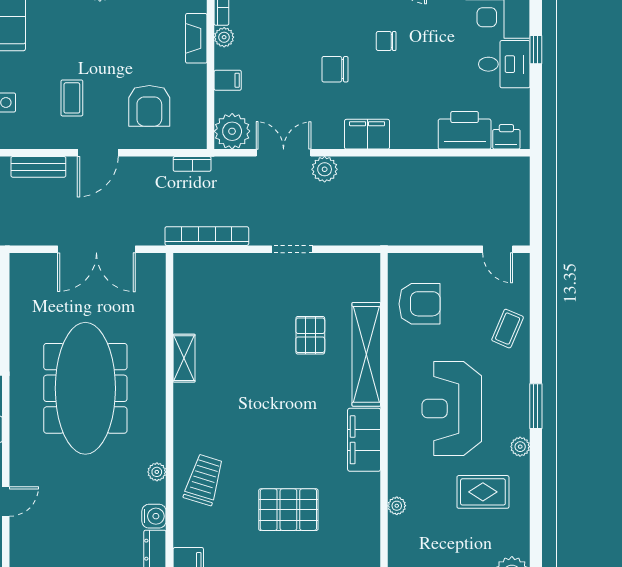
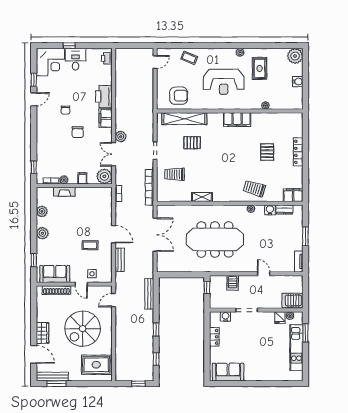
armchair: (149, 106) -> (93, 212), removed
printer: (465, 130) -> (104, 97), moved
trolley: (237, 294) -> (175, 174), added
armchair: (420, 304) -> (179, 96), turned 90
shelving: (366, 354) -> (184, 119), moved
window: (536, 406) -> (223, 46), removed
pallet: (288, 510) -> (267, 152), width x0.67, depth x0.71

